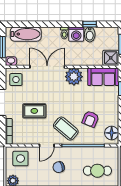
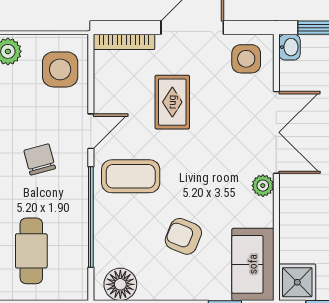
plant: (74, 77) -> (263, 186), width x0.53, depth x0.53
armchair: (90, 119) -> (183, 236), moved
coffee table: (66, 129) -> (131, 176), turned 50
door: (47, 145) -> (91, 131), swing flipped

